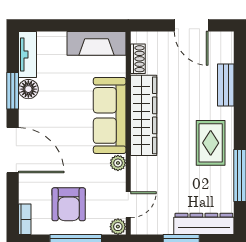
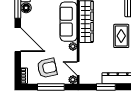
armchair: (69, 204) -> (47, 68), turned -102
door: (128, 205) -> (78, 68), swing flipped

